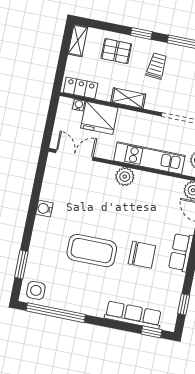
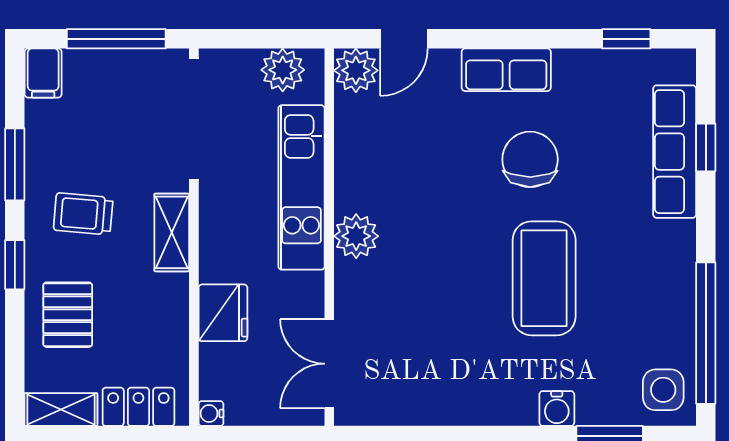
locker: (81, 88) -> (138, 407), moved, turned 90
shelving: (128, 98) -> (172, 232), moved
water cooler: (79, 105) -> (211, 414), moved
fridge: (99, 118) -> (223, 313), width x0.73, depth x0.75
water cooler: (44, 209) -> (557, 409), moved
window: (152, 332) -> (706, 147), moved

